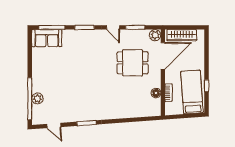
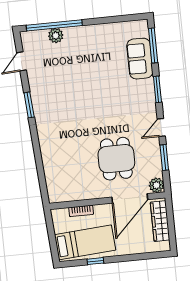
sofa: (47, 38) -> (140, 59), moved
door: (163, 56) -> (130, 198), hinge flipped
floor lamp: (156, 93) -> (79, 194), removed

